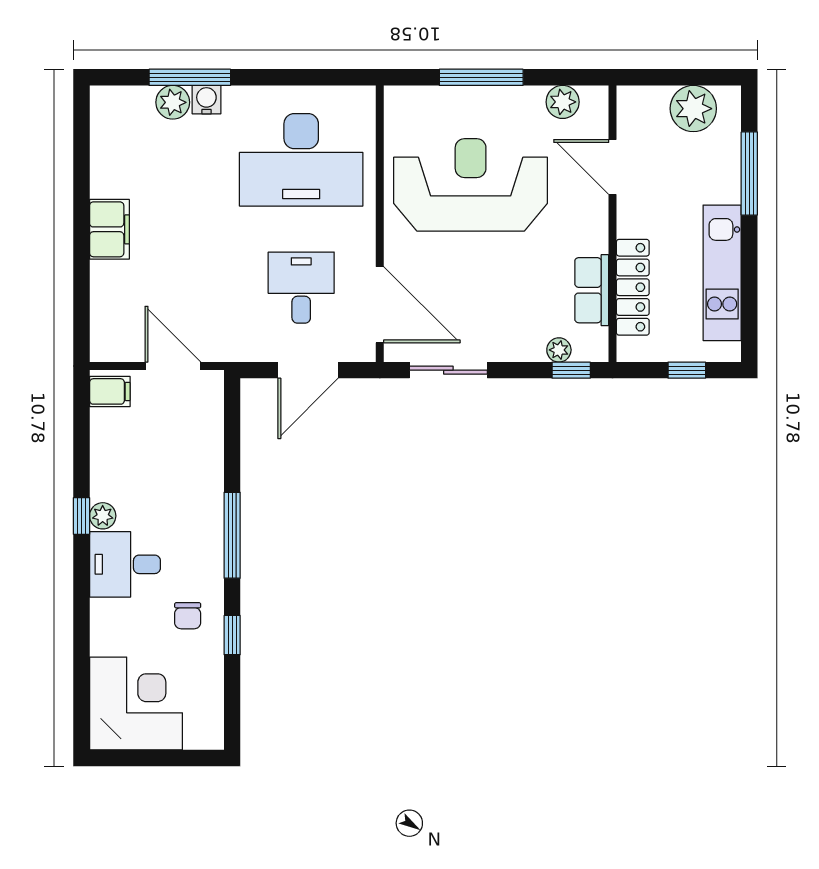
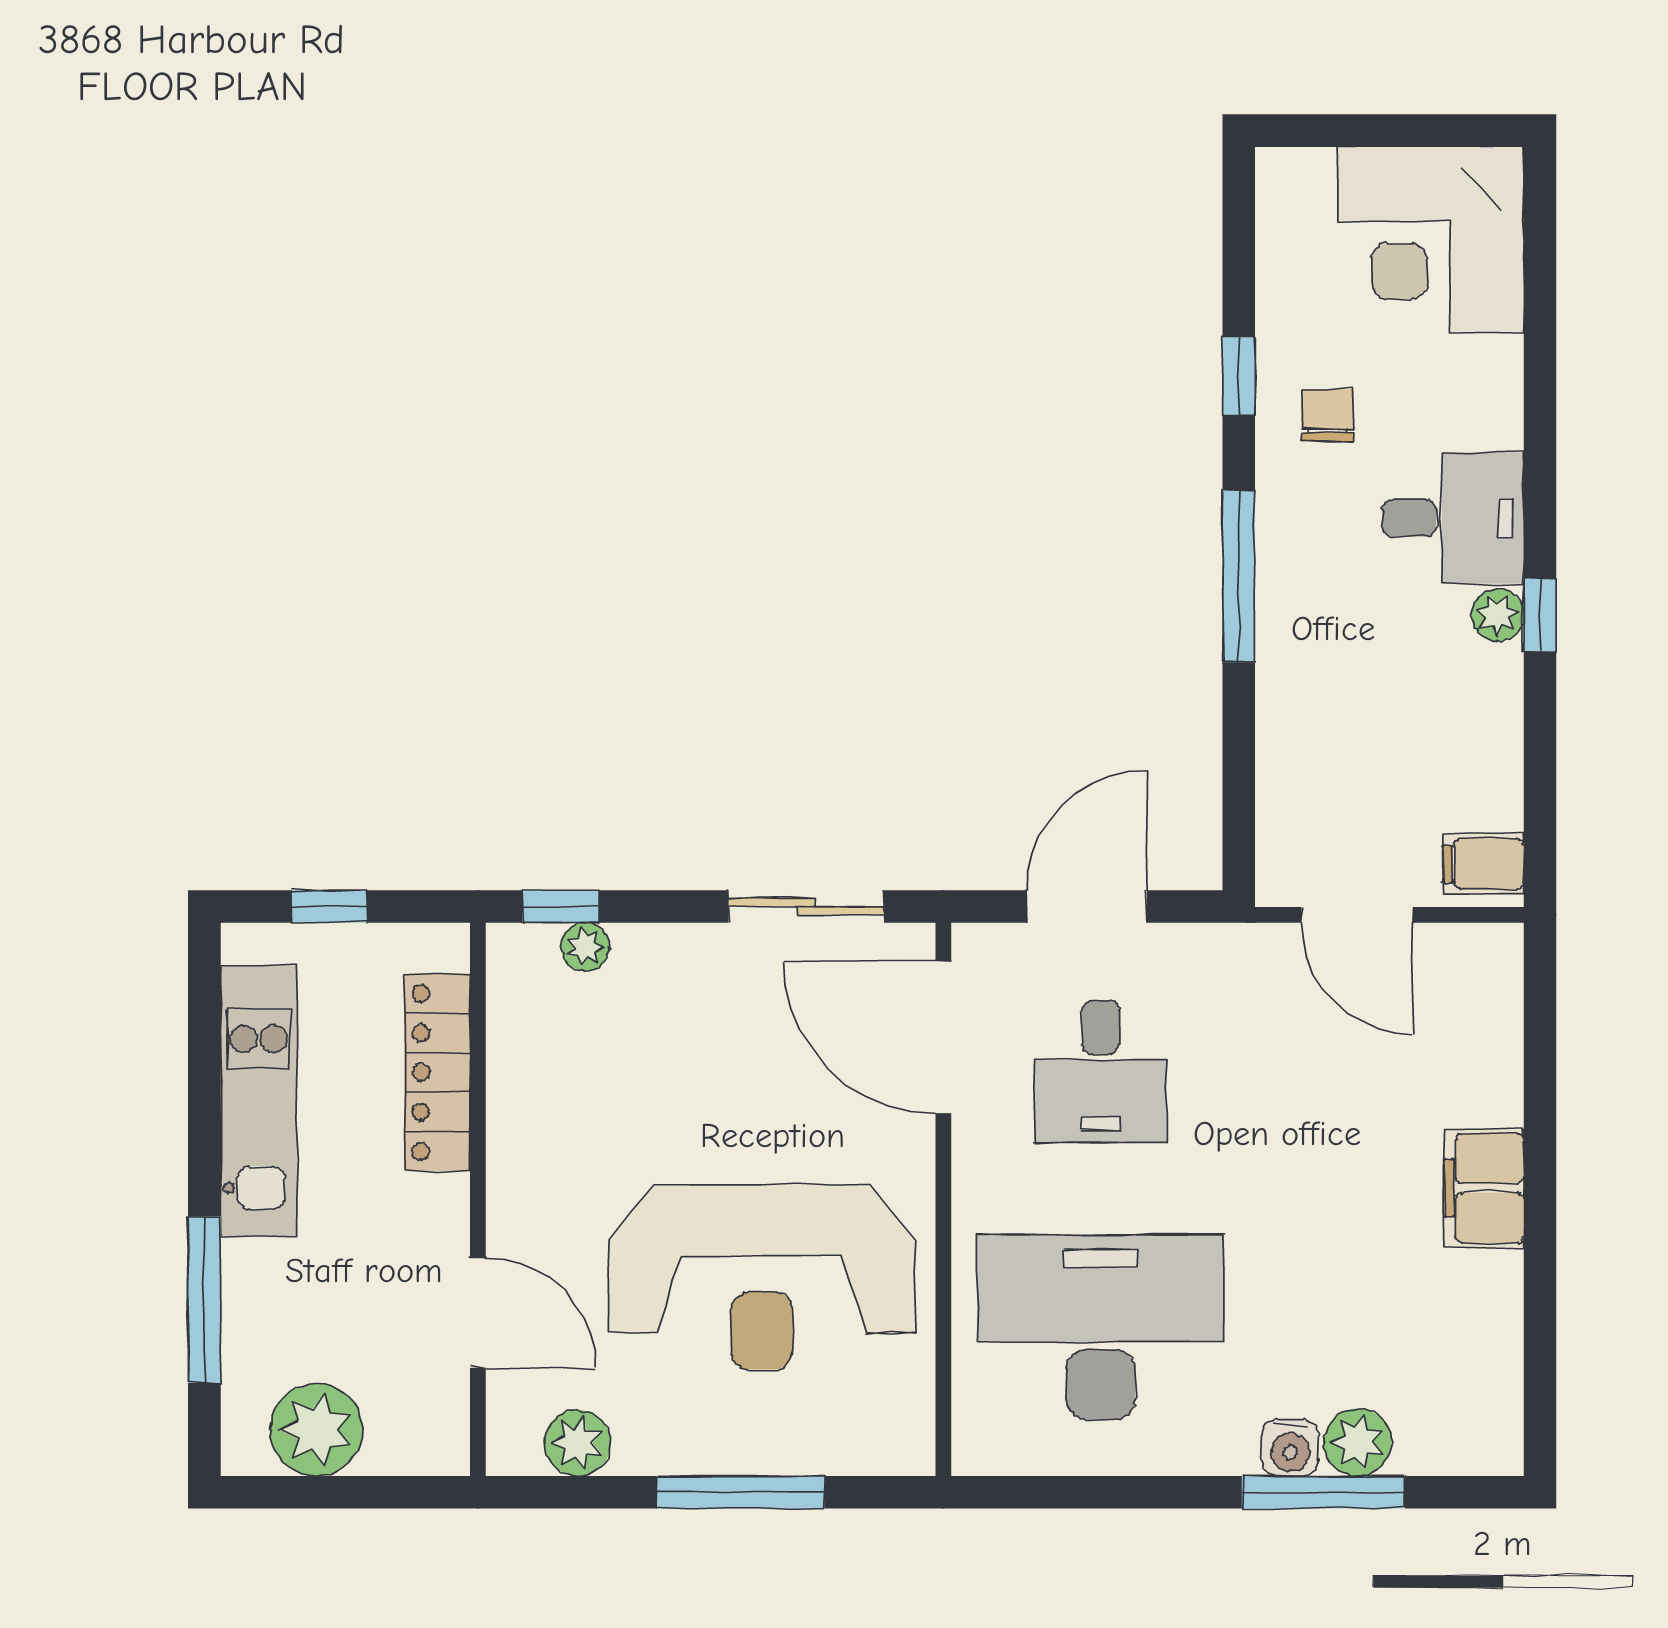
row of seats: (592, 290) -> (519, 1067), removed

